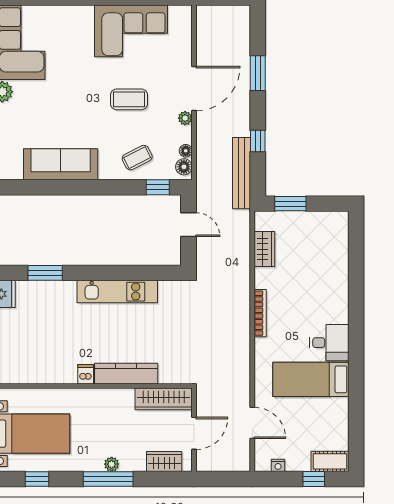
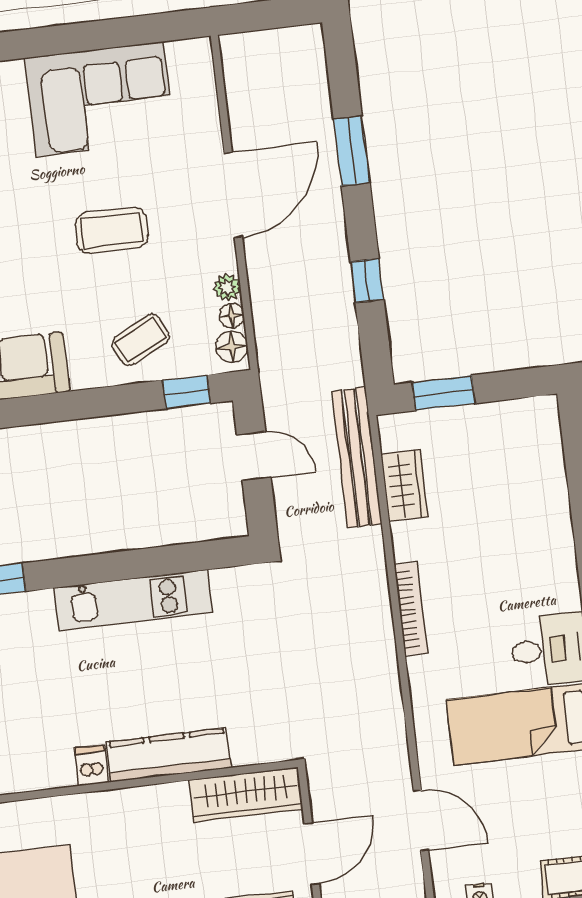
plant: (185, 118) -> (227, 287), moved
bench: (242, 173) -> (357, 457), moved

